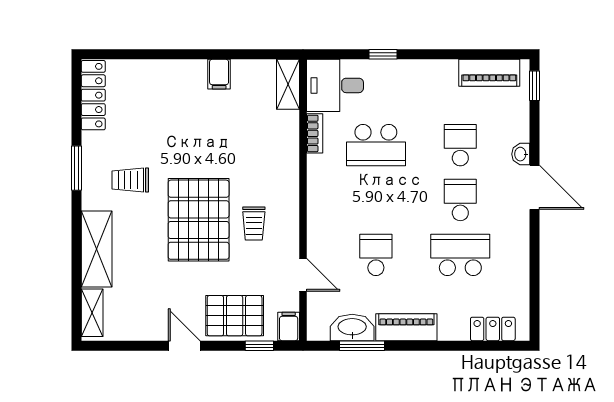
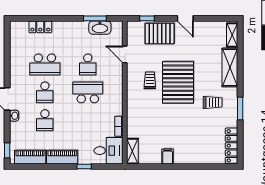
school desk: (376, 145) -> (88, 92), moved
filing cabinet: (289, 326) -> (132, 28), removed
piano: (406, 327) -> (62, 157), moved, turned 180
locker: (493, 329) -> (40, 27), moved

